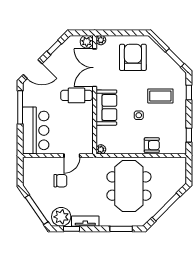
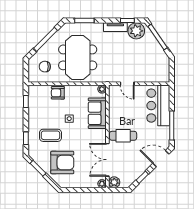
armchair: (133, 57) -> (62, 163), moved, turned -90
double door: (95, 68) -> (107, 160), swing flipped
sofa: (106, 108) -> (97, 113), moved
door: (72, 156) -> (127, 84), swing flipped
chair: (60, 181) -> (45, 67), moved

